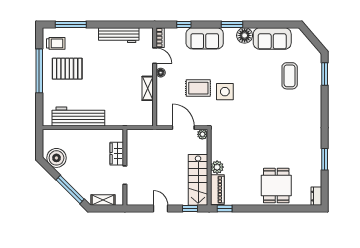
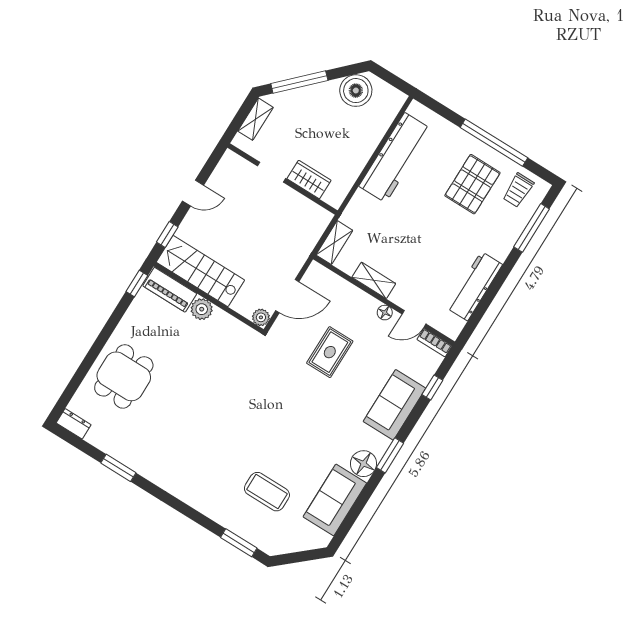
side table: (225, 92) -> (301, 386), removed
shelving: (141, 121) -> (334, 243), added
dining table: (276, 186) -> (124, 376), turned 90

